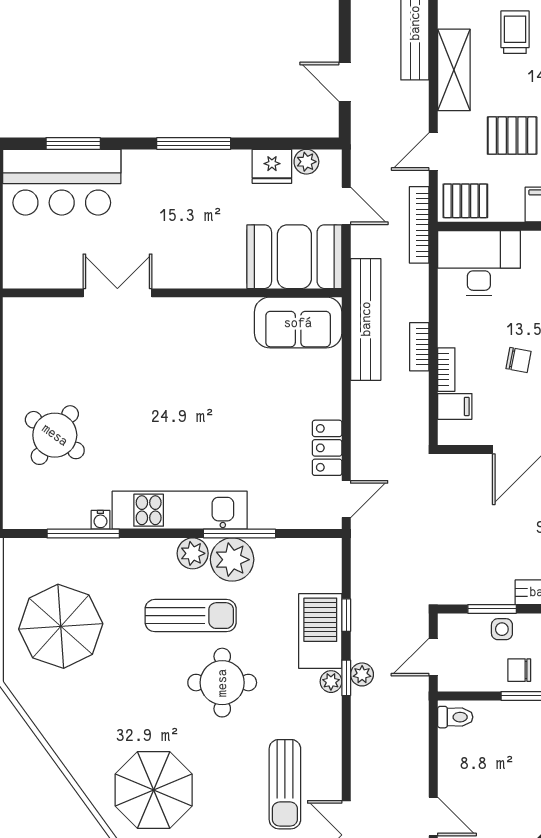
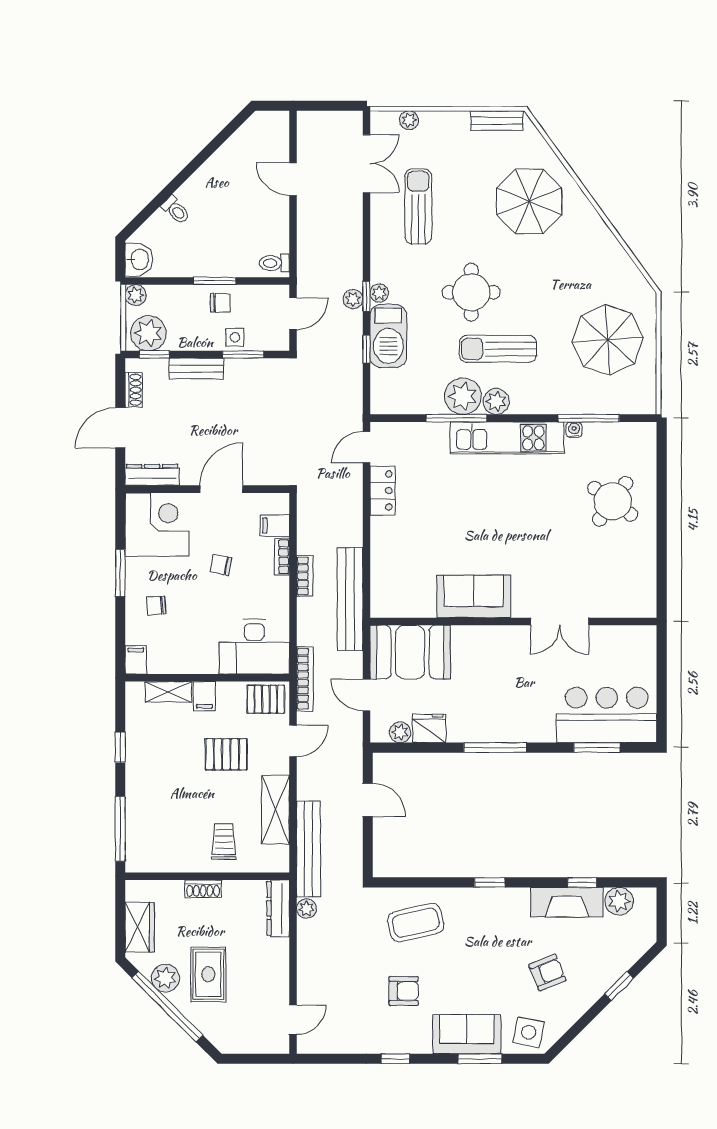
trolley: (515, 32) -> (224, 842), turned 180
sofa: (298, 323) -> (474, 596), moved

